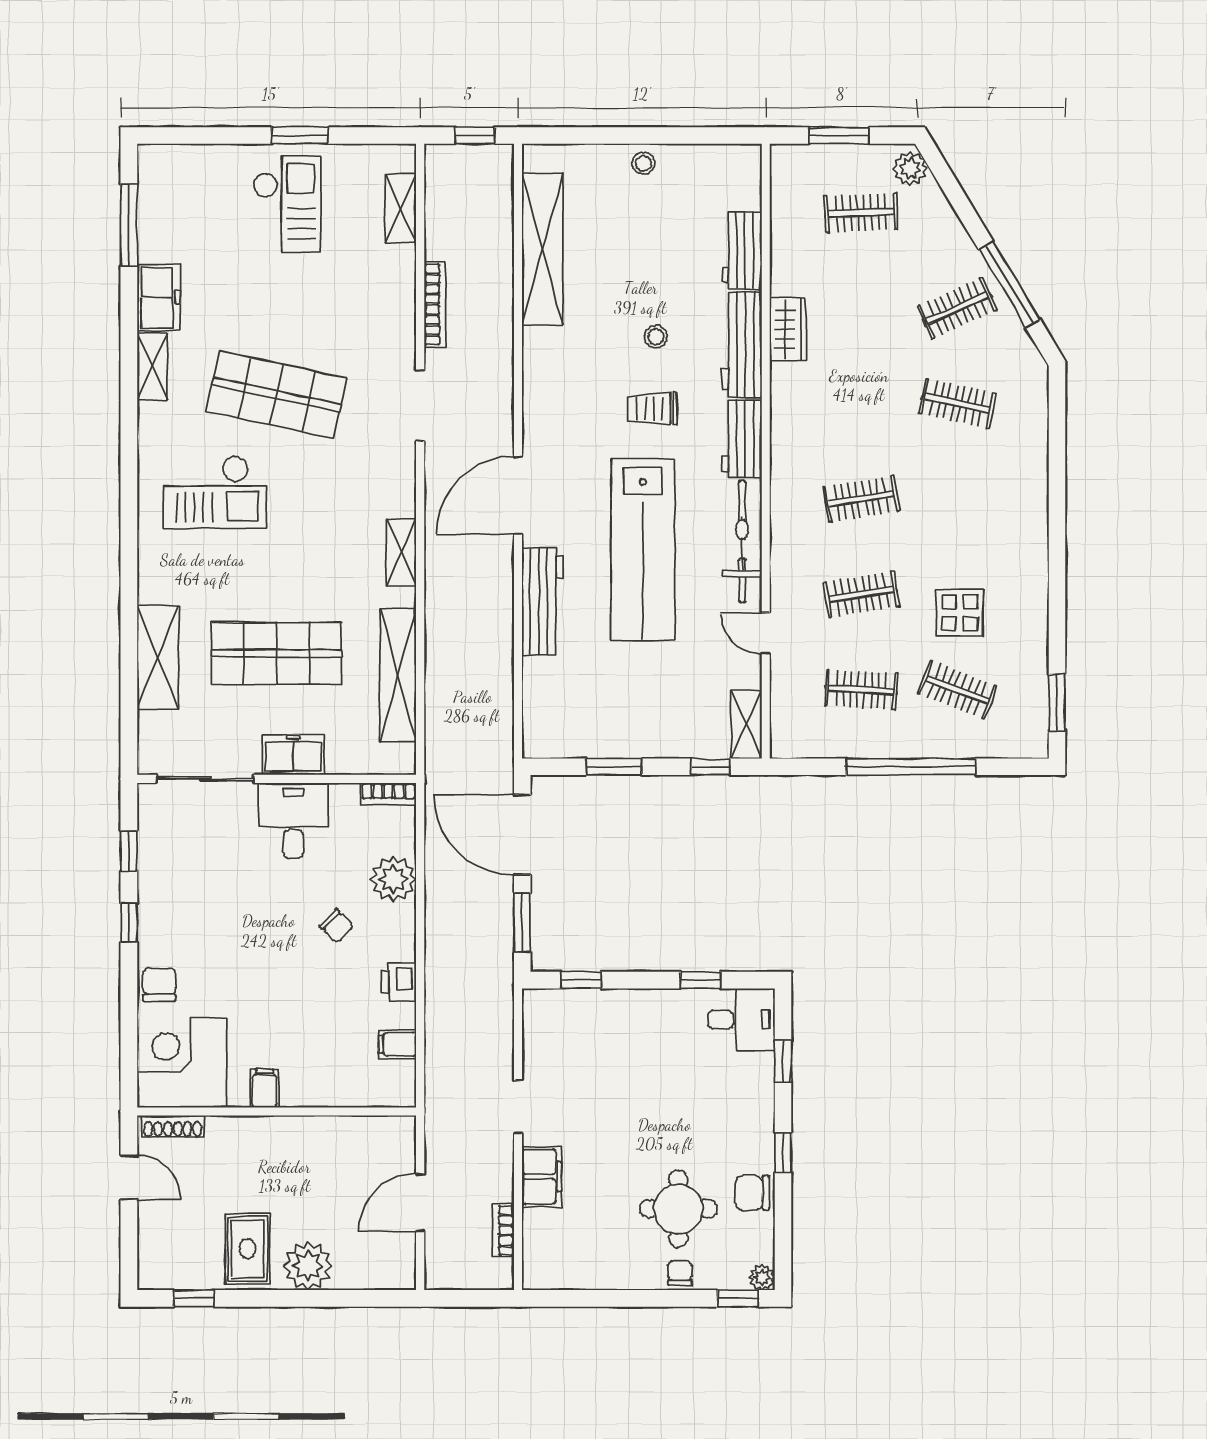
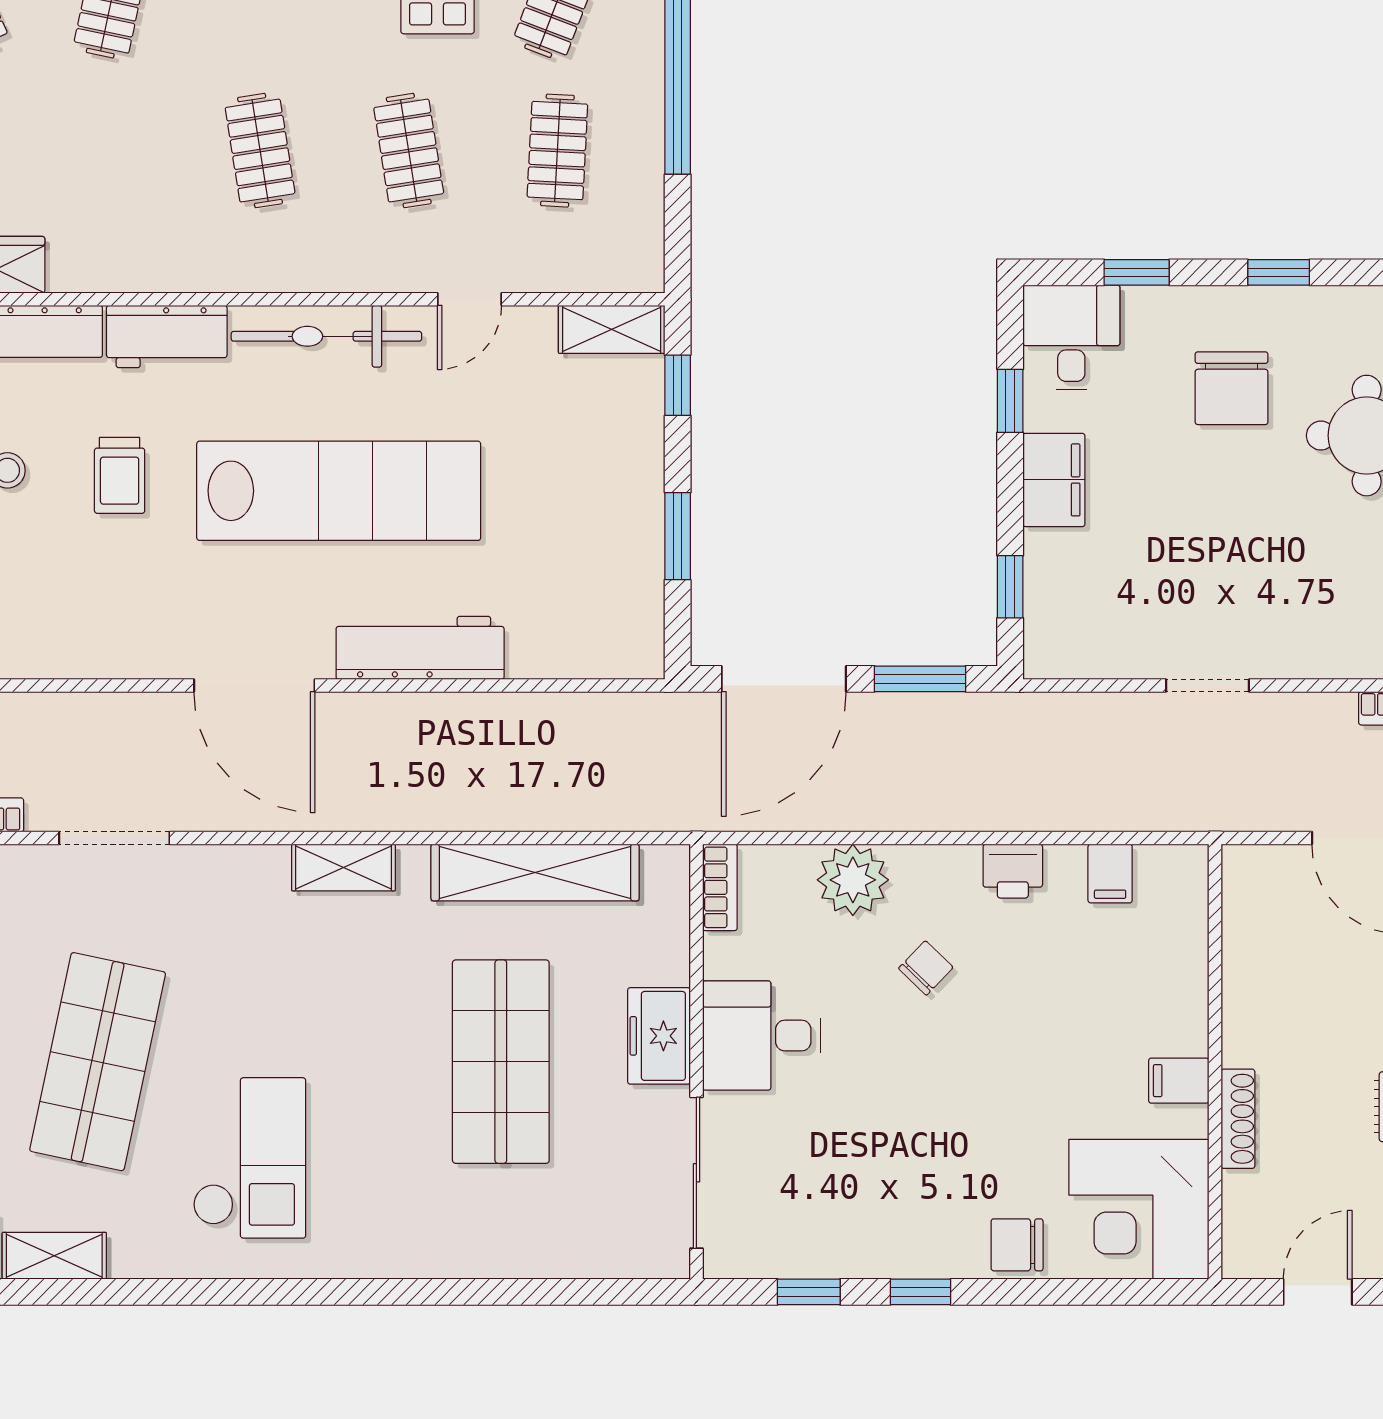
shelving: (158, 657) -> (507, 1247), removed
shoe rack: (173, 1126) -> (1238, 1119), moved
filing cabinet: (542, 1177) -> (1054, 480), moved, turned 90
chair: (752, 1193) -> (1232, 388), moved, width x1.37, depth x1.37

